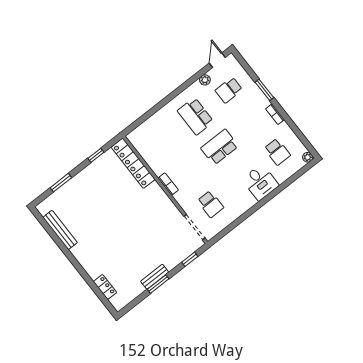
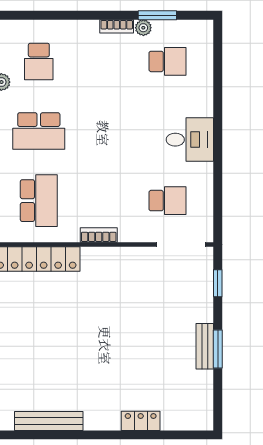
window: (264, 90) -> (157, 15), moved
school desk: (220, 147) -> (39, 201), moved, turned 180
plant: (308, 157) -> (143, 28), moved
desk: (260, 182) -> (190, 140), moved
locker: (105, 287) -> (141, 421), moved

